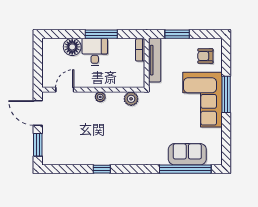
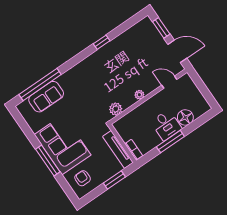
armchair: (205, 56) -> (83, 178), turned -90
door: (65, 90) -> (169, 82), swing flipped

